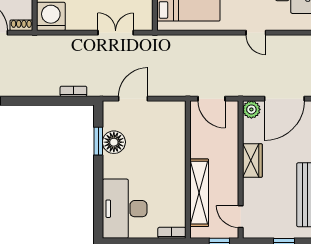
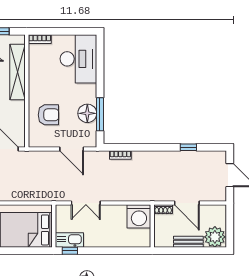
door: (133, 99) -> (72, 149), hinge flipped
armchair: (161, 140) -> (48, 115), added
window: (98, 141) -> (100, 114), width x1.44

